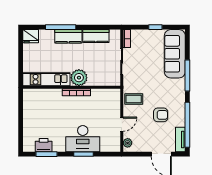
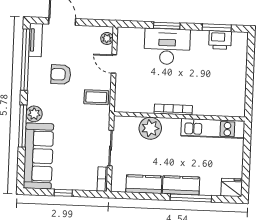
plant: (79, 78) -> (150, 128), moved
plant: (179, 85) -> (34, 114), added
door: (122, 124) -> (114, 64), hinge flipped

